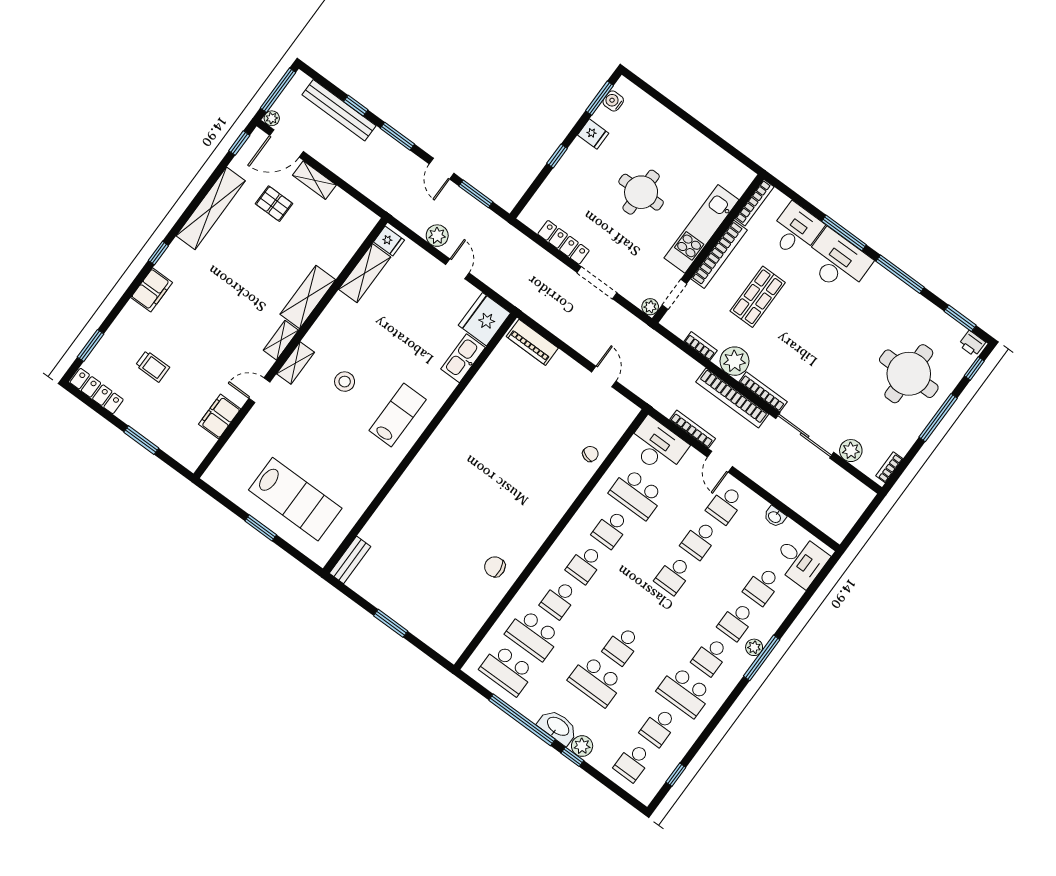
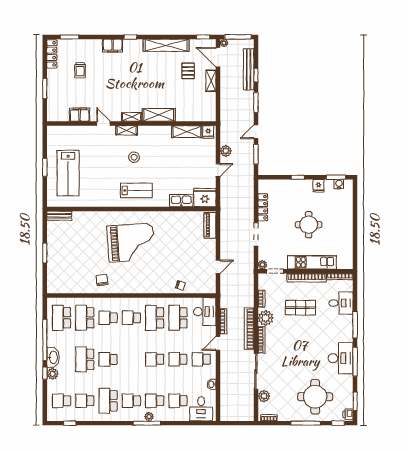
desk: (837, 262) -> (341, 358), moved
grand piano: (471, 481) -> (131, 243), added
school desk: (611, 529) -> (155, 318), width x1.85

